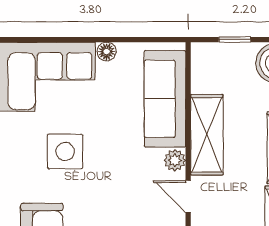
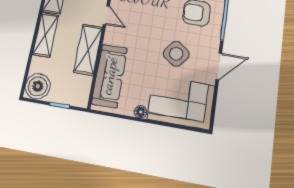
side table: (65, 151) -> (176, 54), turned 37
plant: (175, 160) -> (110, 38), removed

